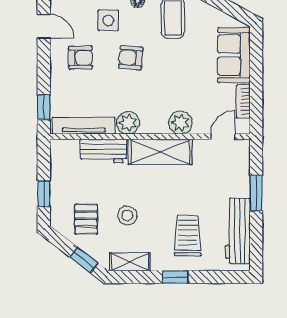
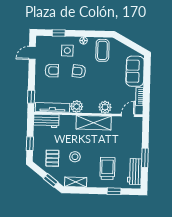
door: (44, 26) -> (32, 53), swing flipped
workbench: (104, 151) -> (46, 121), moved
window: (256, 193) -> (145, 158), moved
workbench: (238, 231) -> (134, 172), width x0.73
window: (175, 277) -> (114, 191), moved

